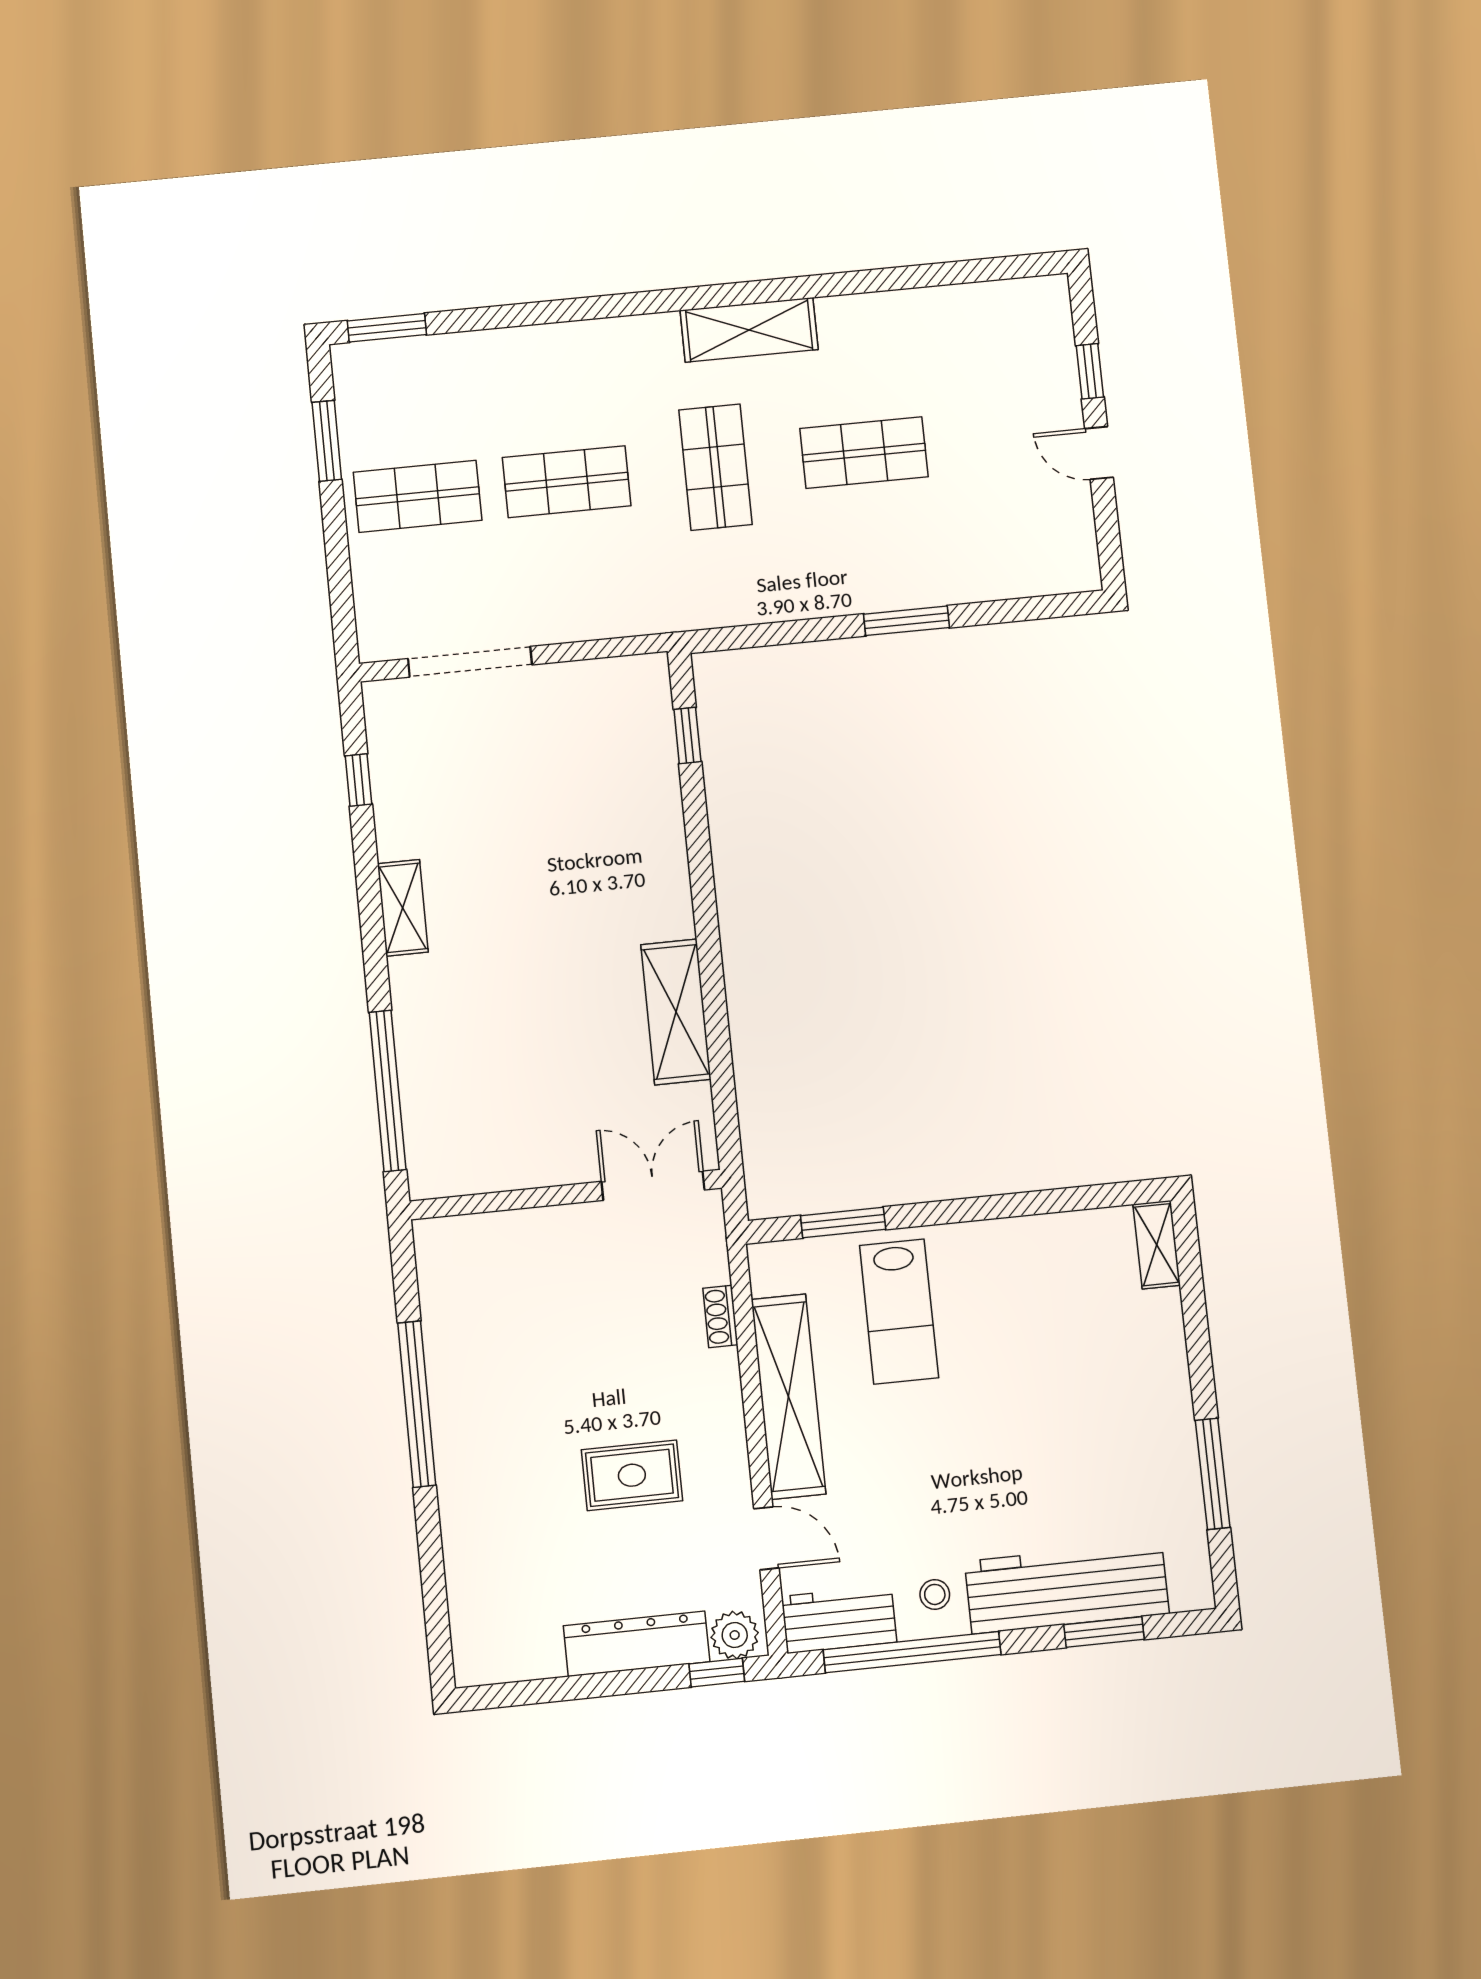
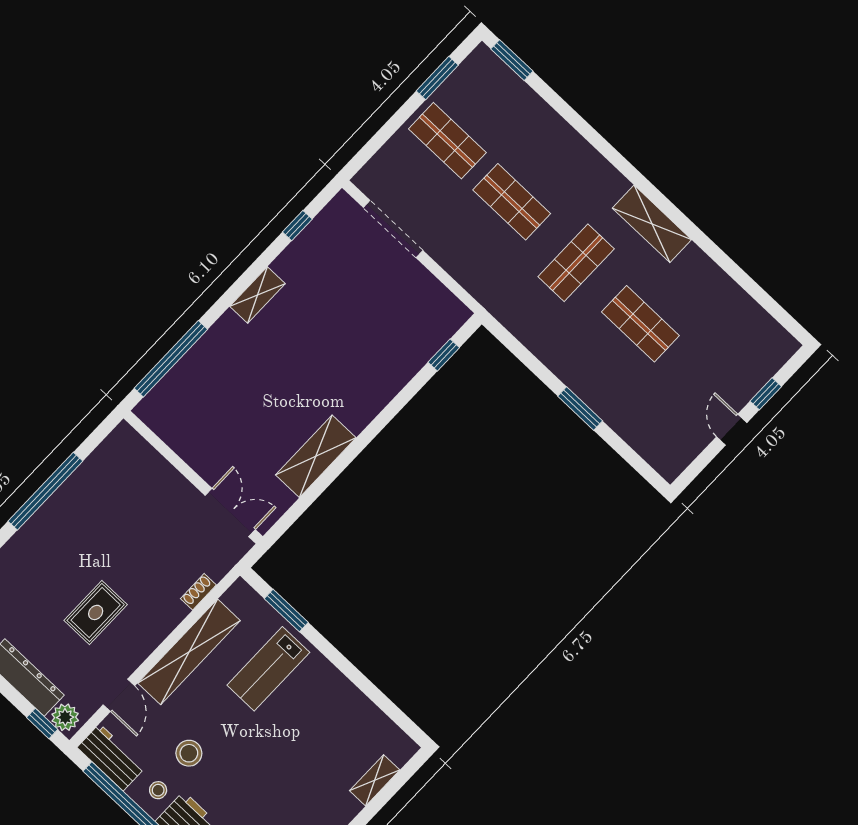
shelving: (1157, 1245) -> (375, 780), moved
rug: (632, 1475) -> (96, 612), turned 90
stool: (921, 1512) -> (189, 753), added

